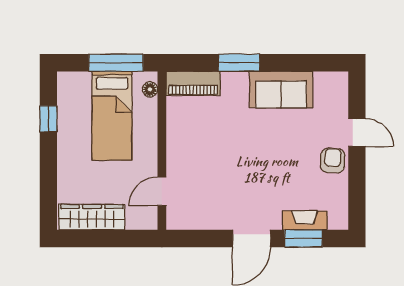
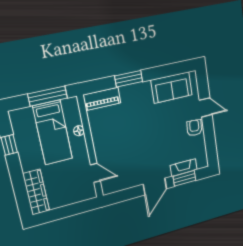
floor lamp: (150, 89) -> (79, 131), moved
sofa: (281, 90) -> (172, 88), moved
door: (162, 191) -> (95, 173), swing flipped
wardrobe: (92, 217) -> (36, 192), moved, turned 90

